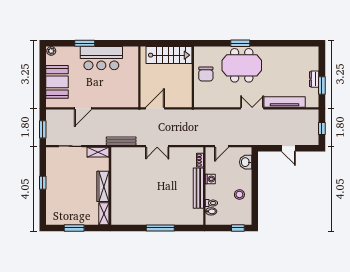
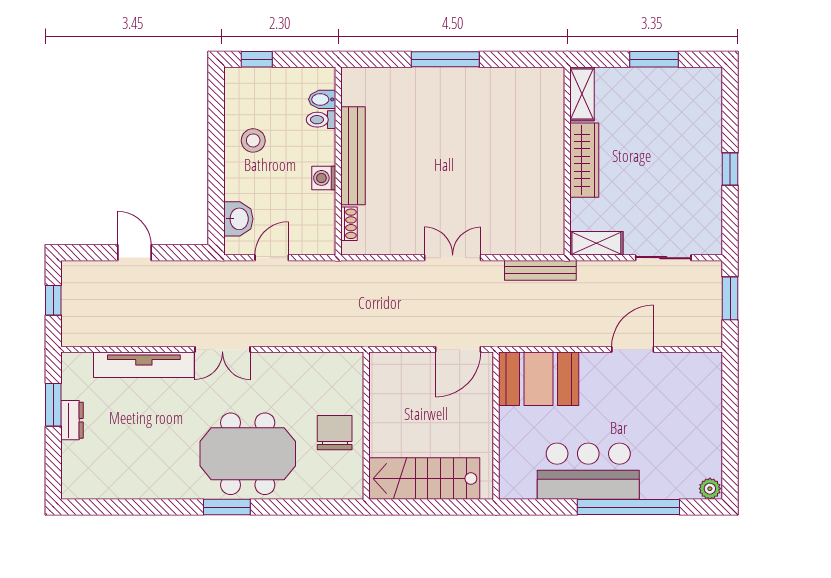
window: (85, 43) -> (628, 507), width x2.11
window: (240, 43) -> (227, 507), moved
booth: (57, 82) -> (539, 379), moved, turned 90
door: (222, 146) -> (272, 258), moved

